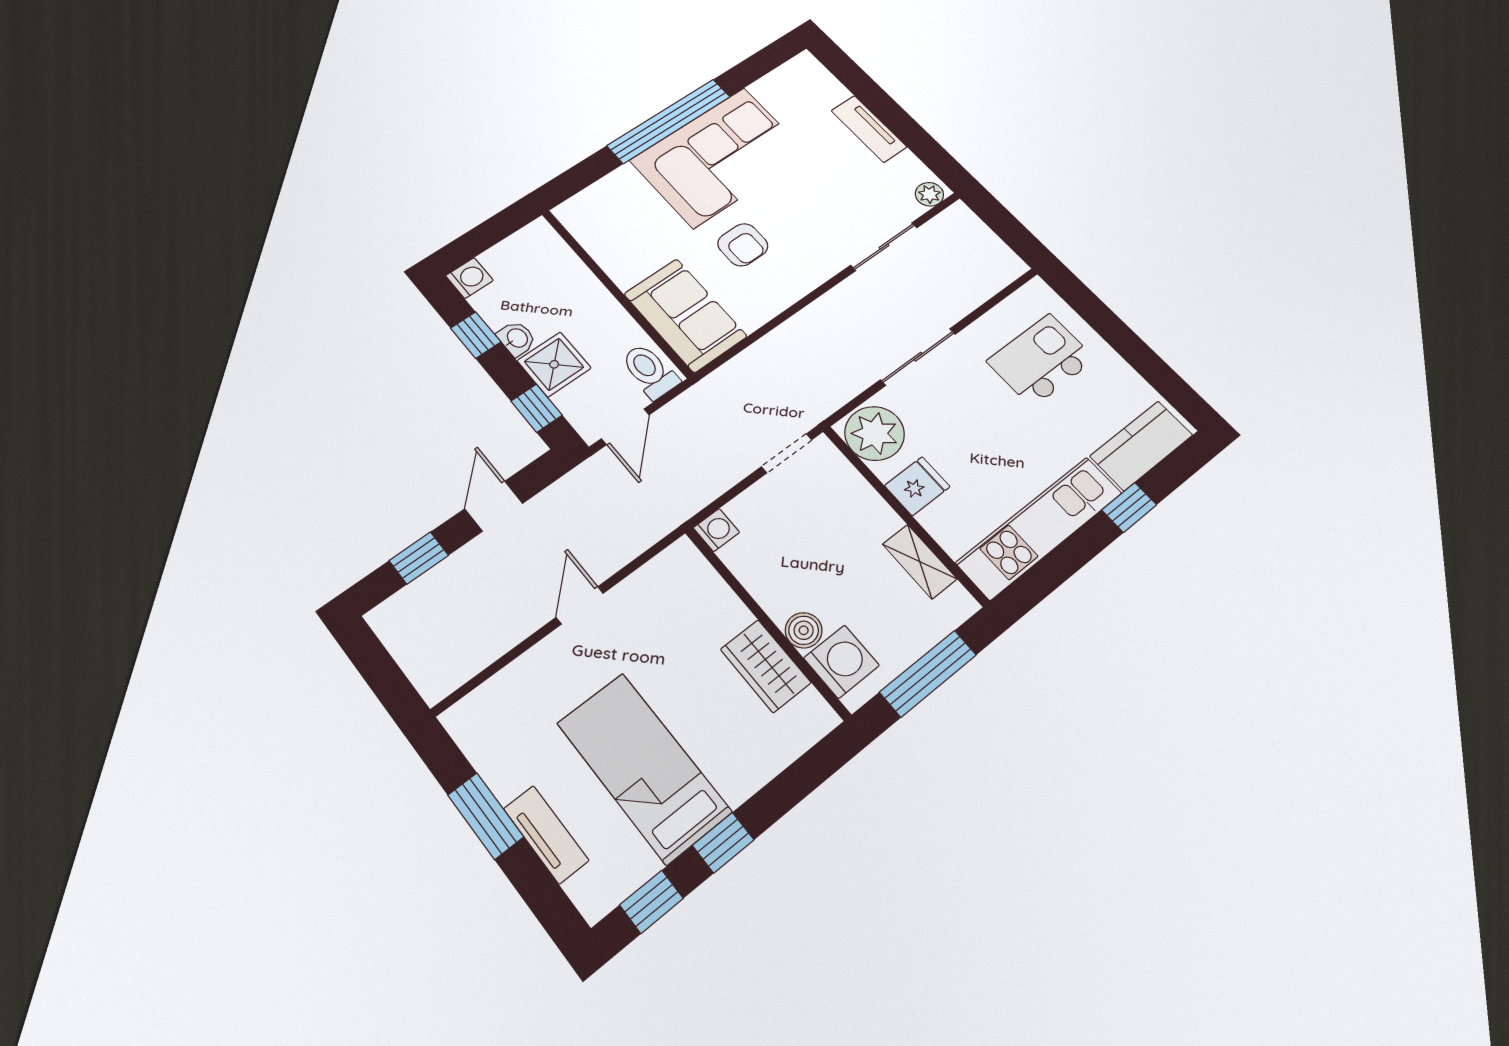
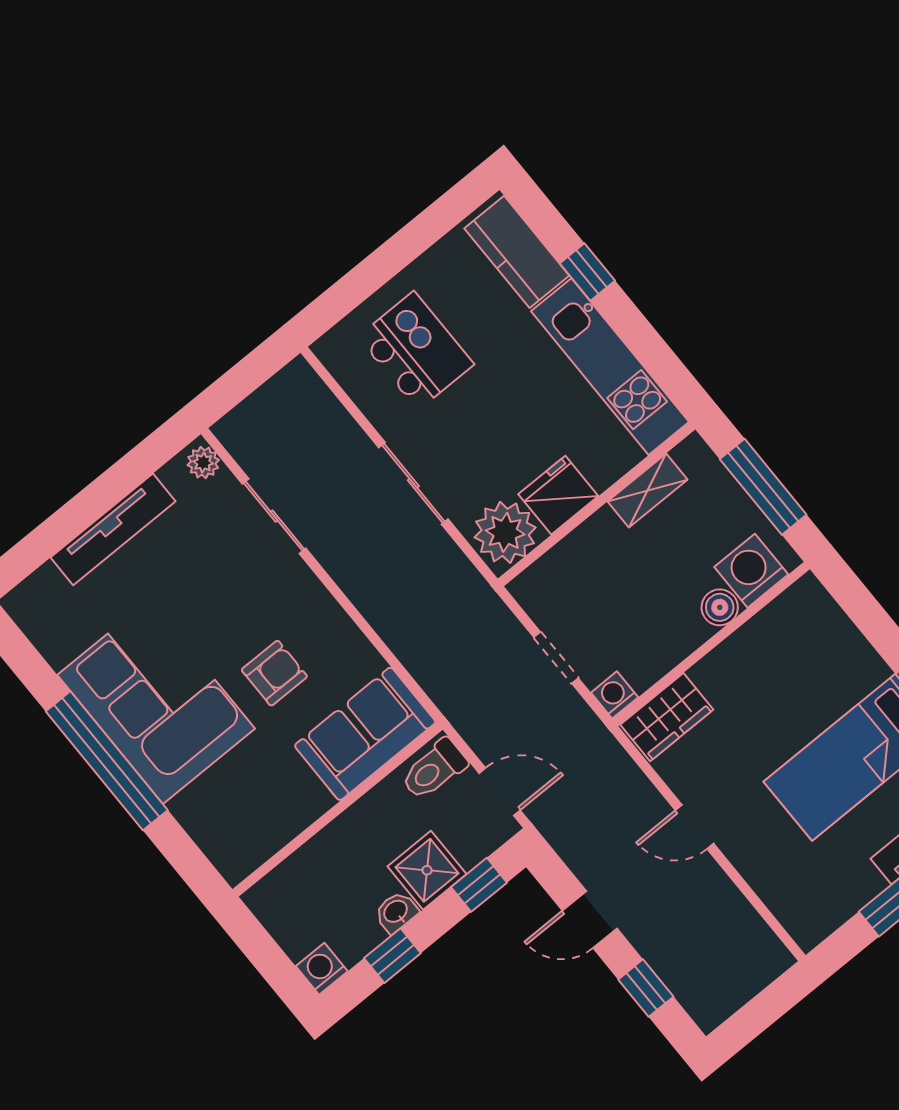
tv unit: (869, 129) -> (113, 529), width x1.41
kitchen island: (1041, 360) -> (416, 351), turned 180
doorway: (787, 453) -> (556, 658), moved
fridge: (917, 486) -> (558, 495), width x1.38
wardrobe: (766, 666) -> (667, 717), moved

